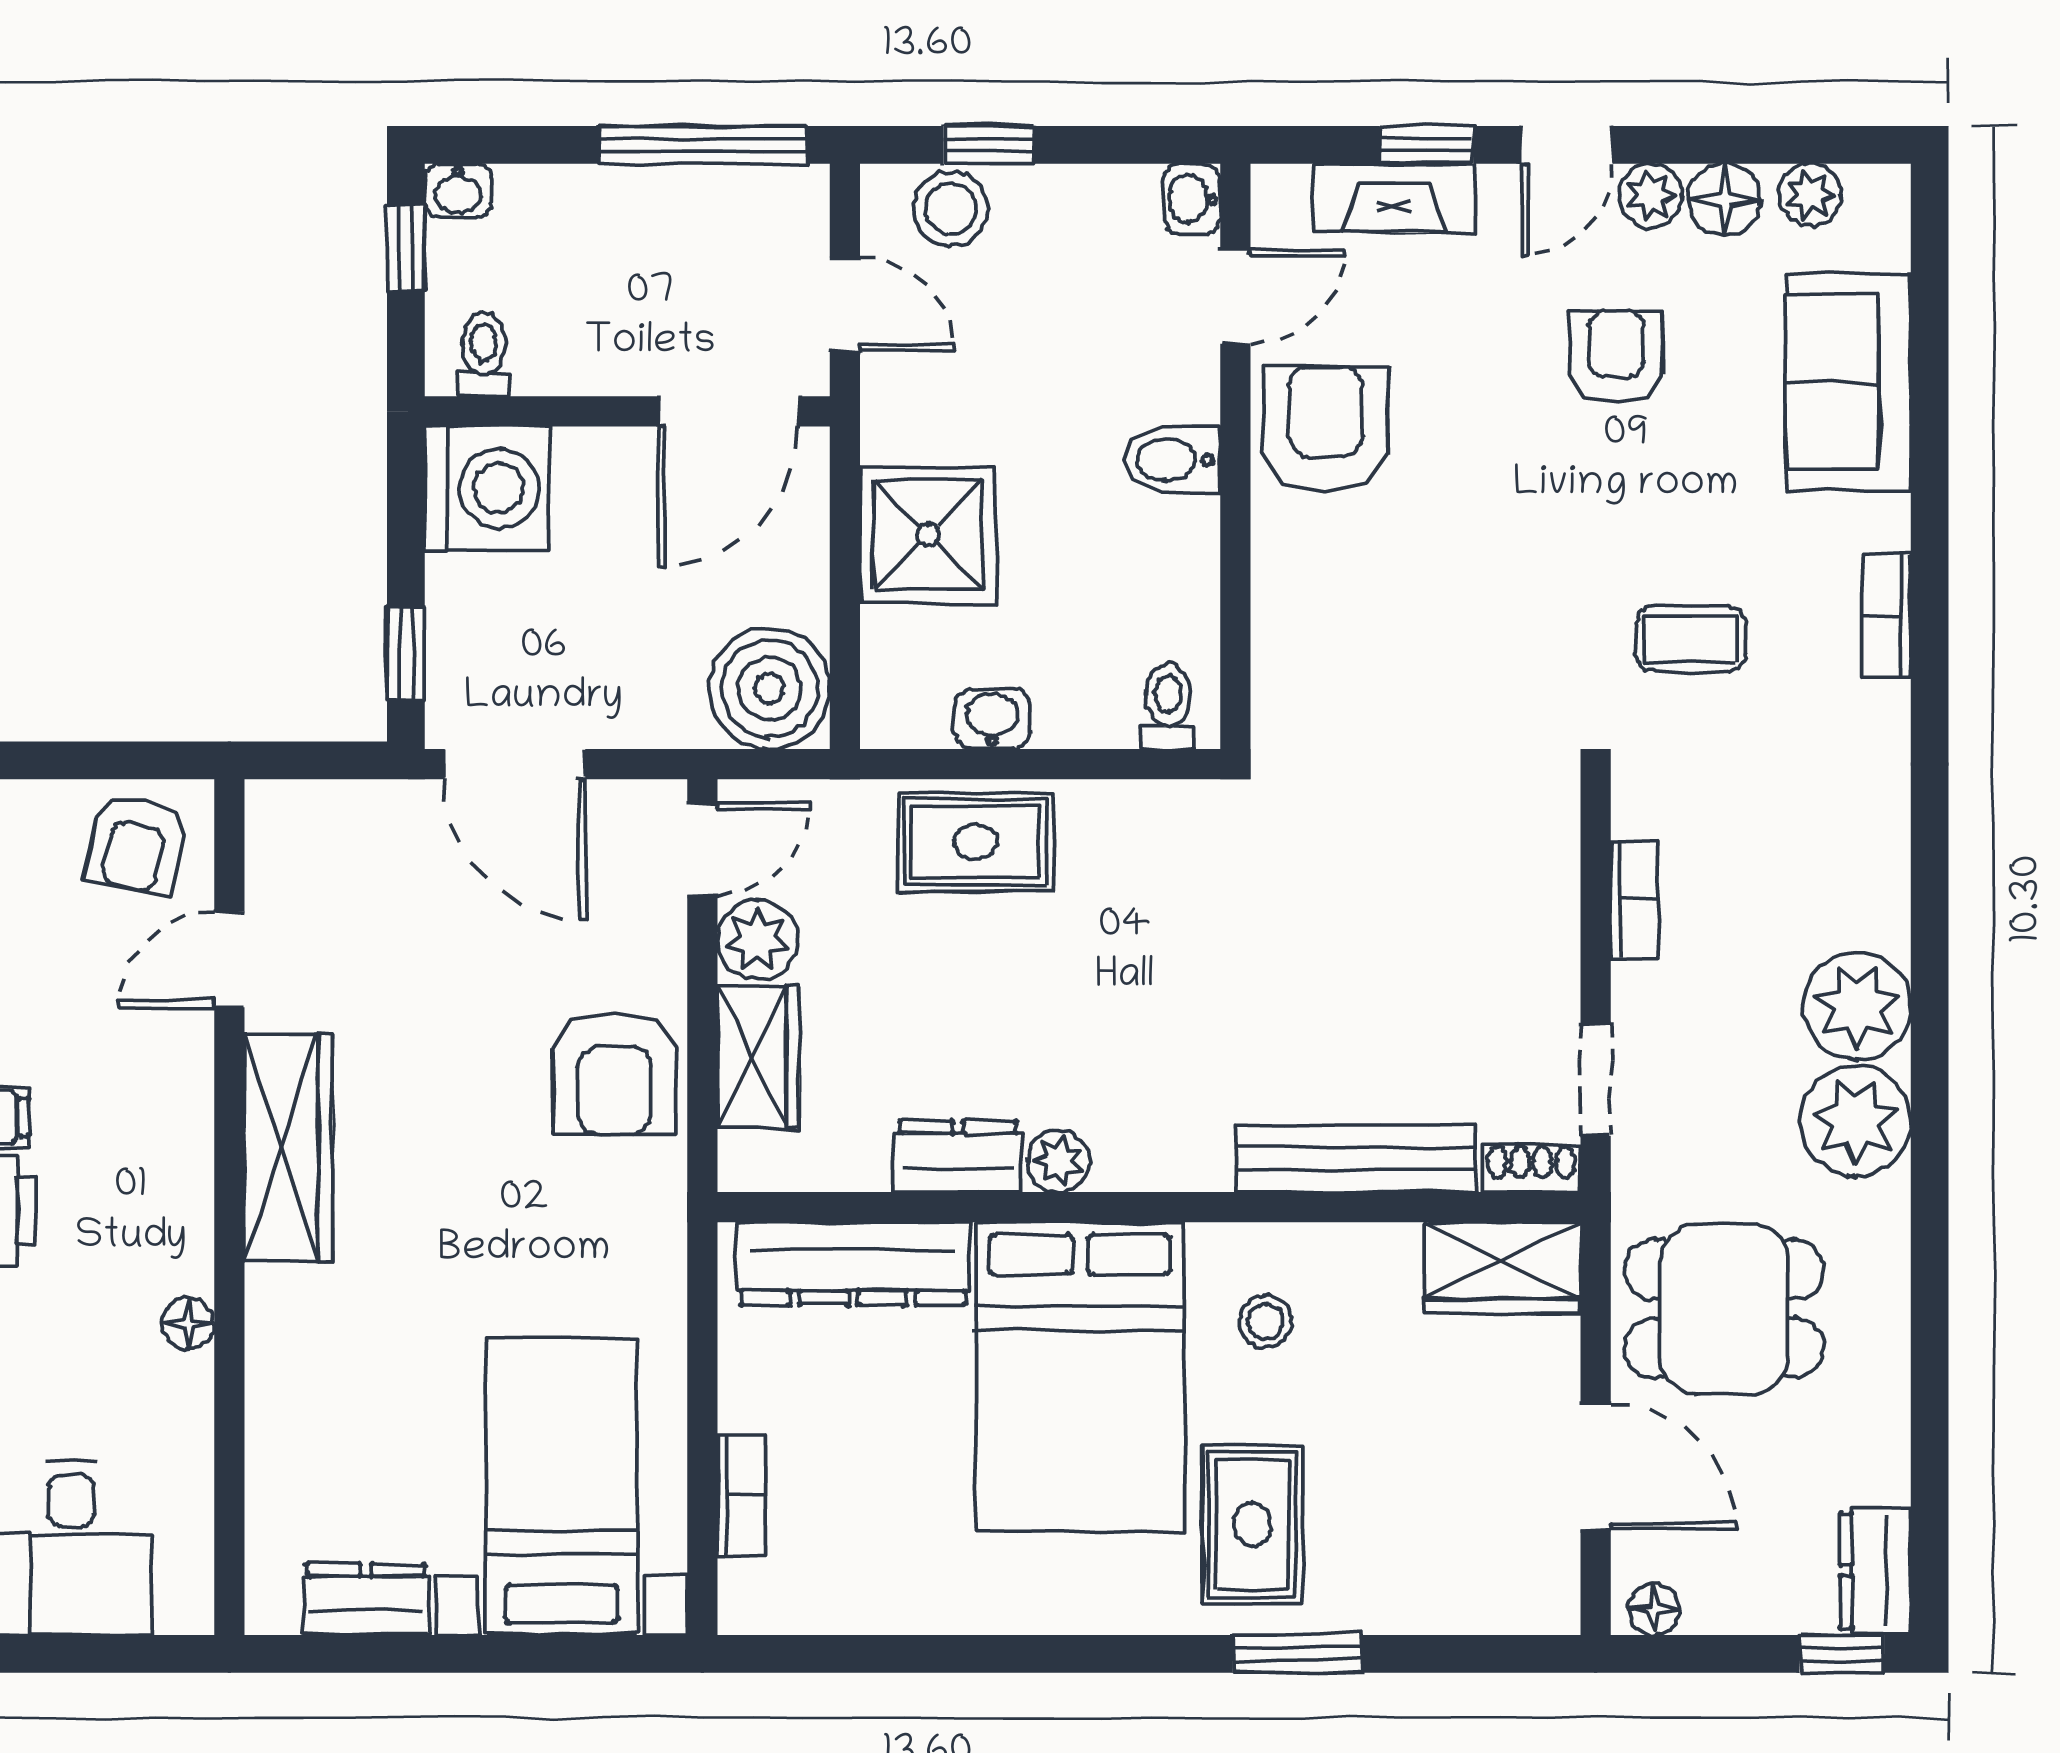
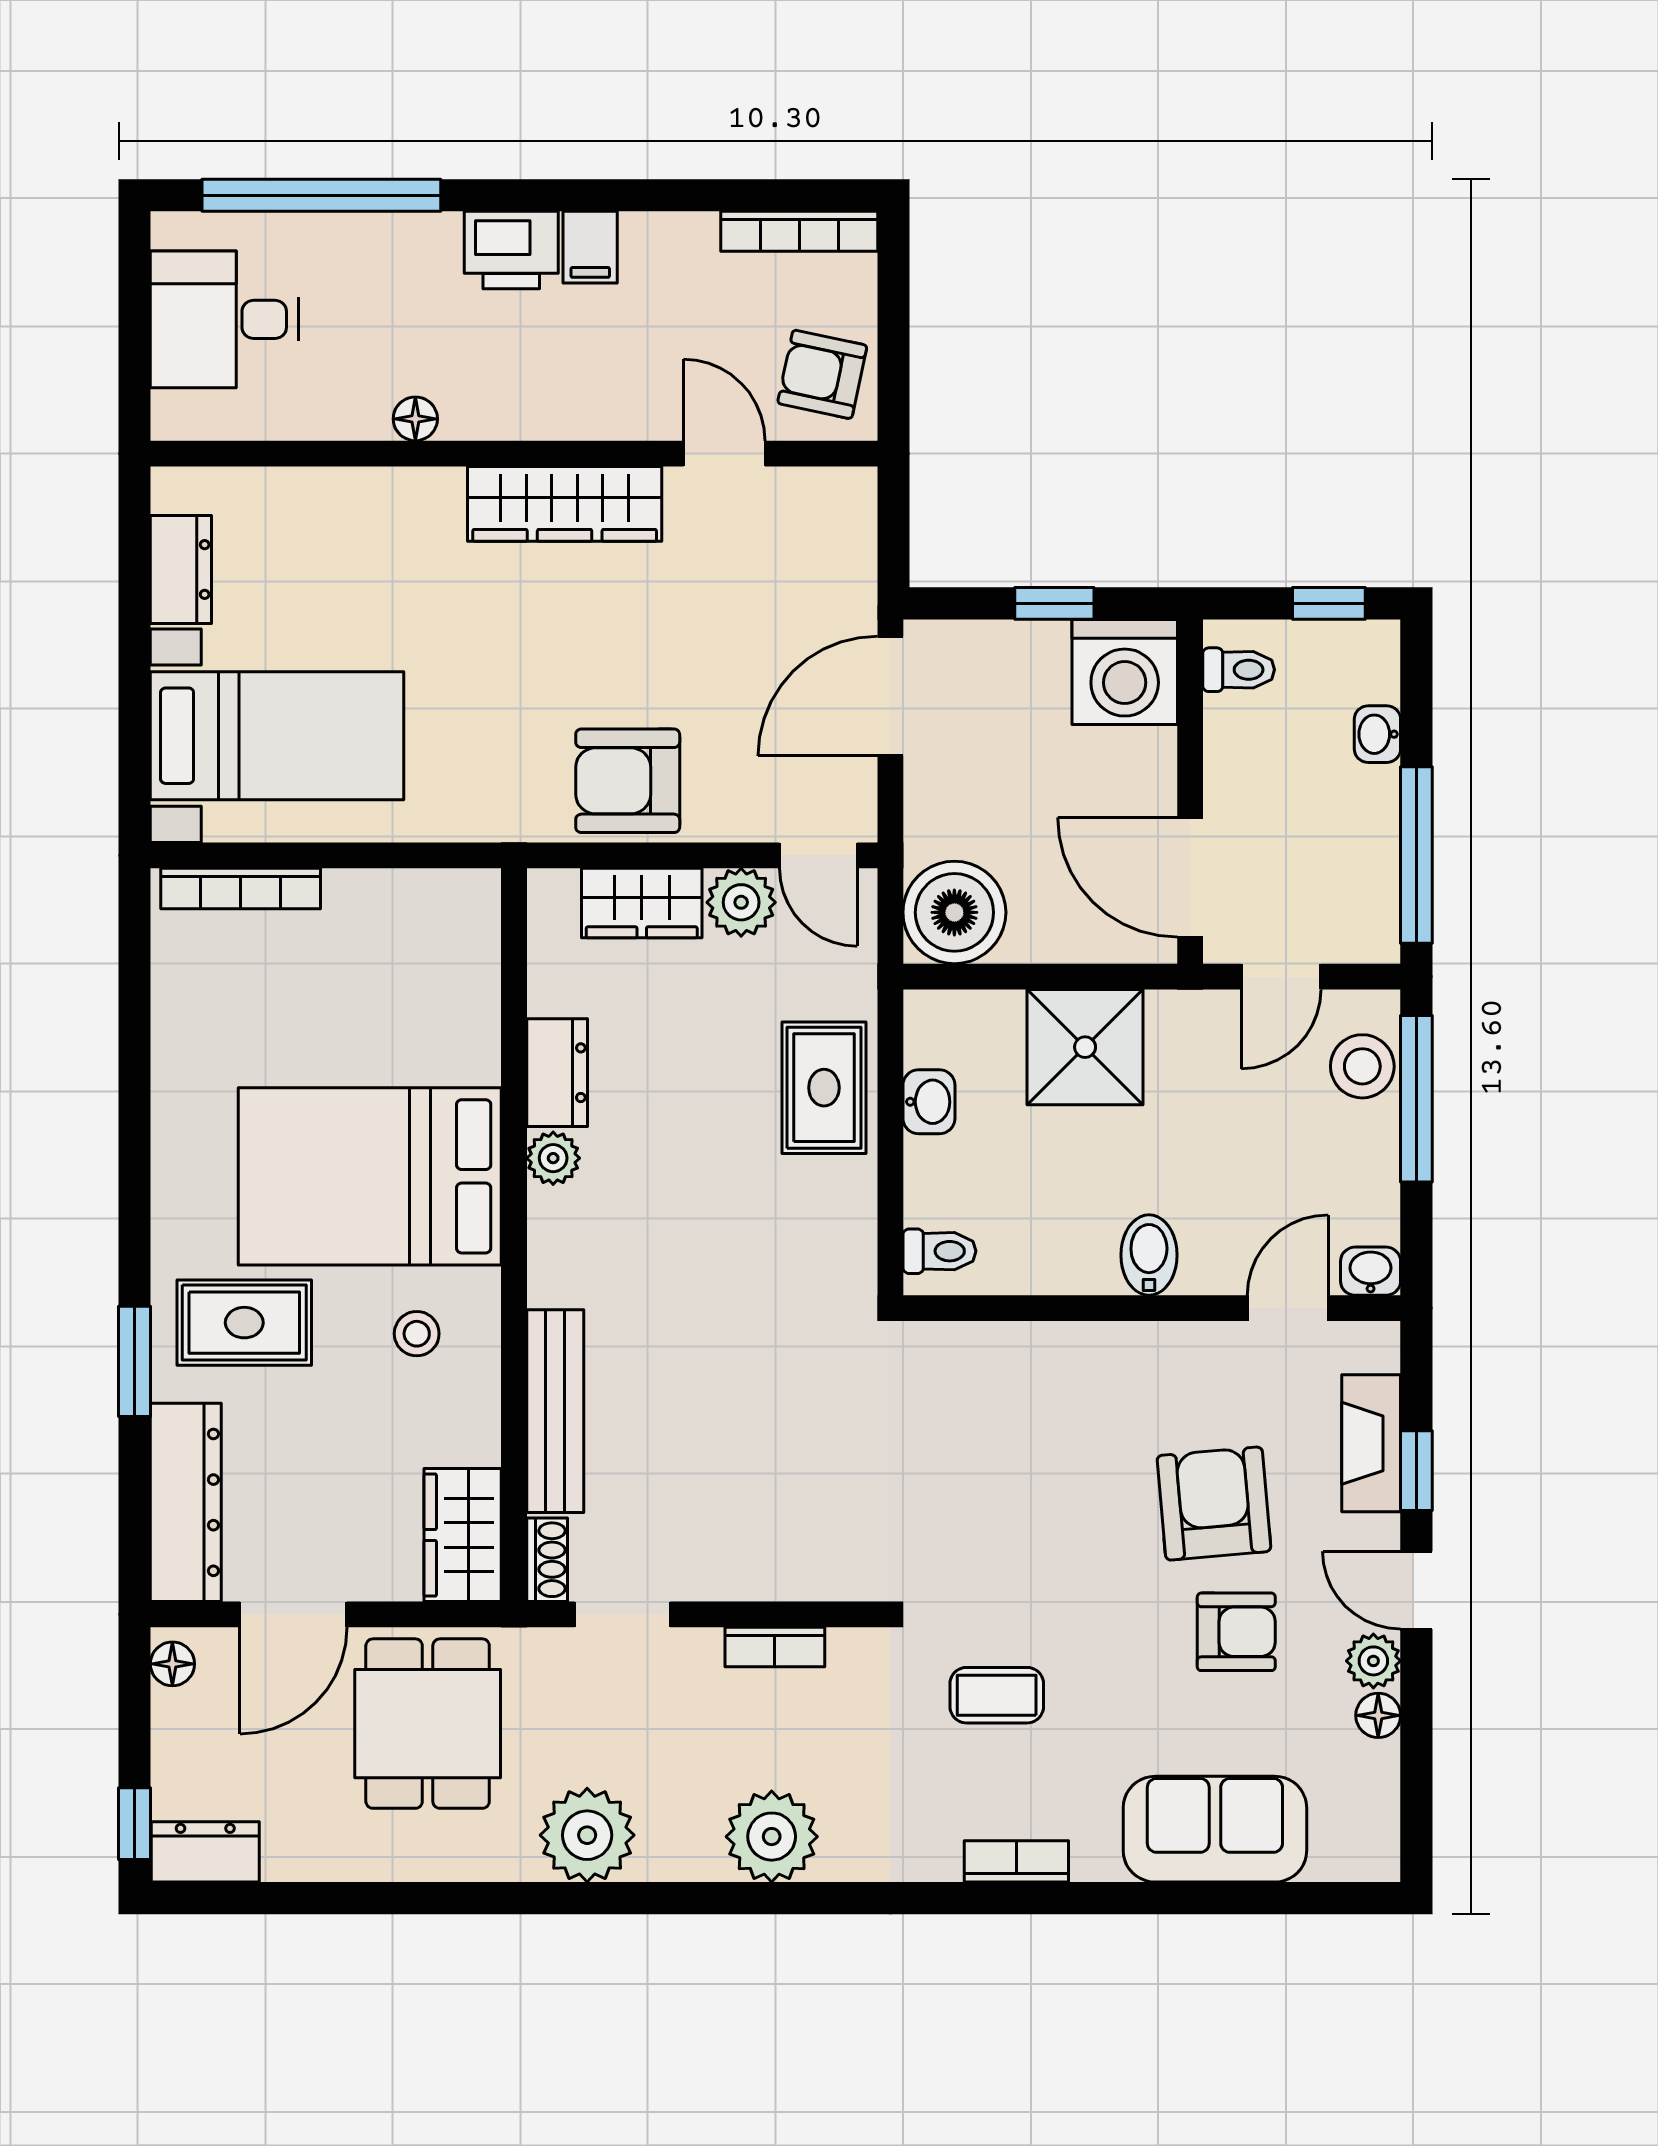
window: (989, 145) -> (1416, 1099), width x2.17
washbasin: (458, 191) -> (1377, 734), moved
plant: (1810, 195) -> (1374, 1796), removed
floor lamp: (1724, 200) -> (1378, 1715), width x0.73, depth x0.73
door: (1235, 296) -> (1288, 1308), swing flipped
armchair: (1325, 429) -> (1214, 1504), moved, turned -95
coffee table: (1691, 639) -> (997, 1695), turned 90
window: (406, 653) -> (1054, 603), moved
plant: (1857, 1006) -> (772, 1837), moved
dresser: (853, 1264) -> (186, 1502), moved, turned 180
bookcase: (741, 1495) -> (241, 889), width x1.56

